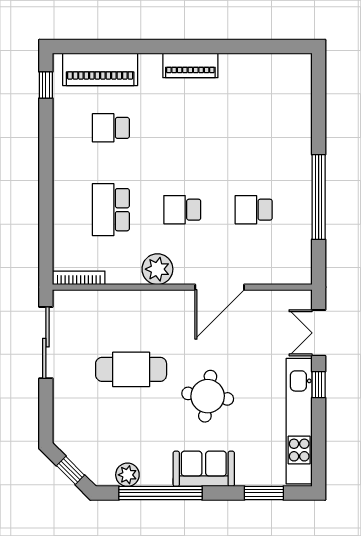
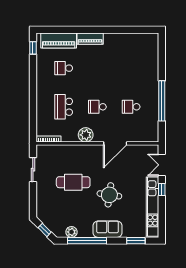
piano: (190, 65) -> (90, 39), moved
sliding door: (46, 343) -> (33, 170), width x0.73

